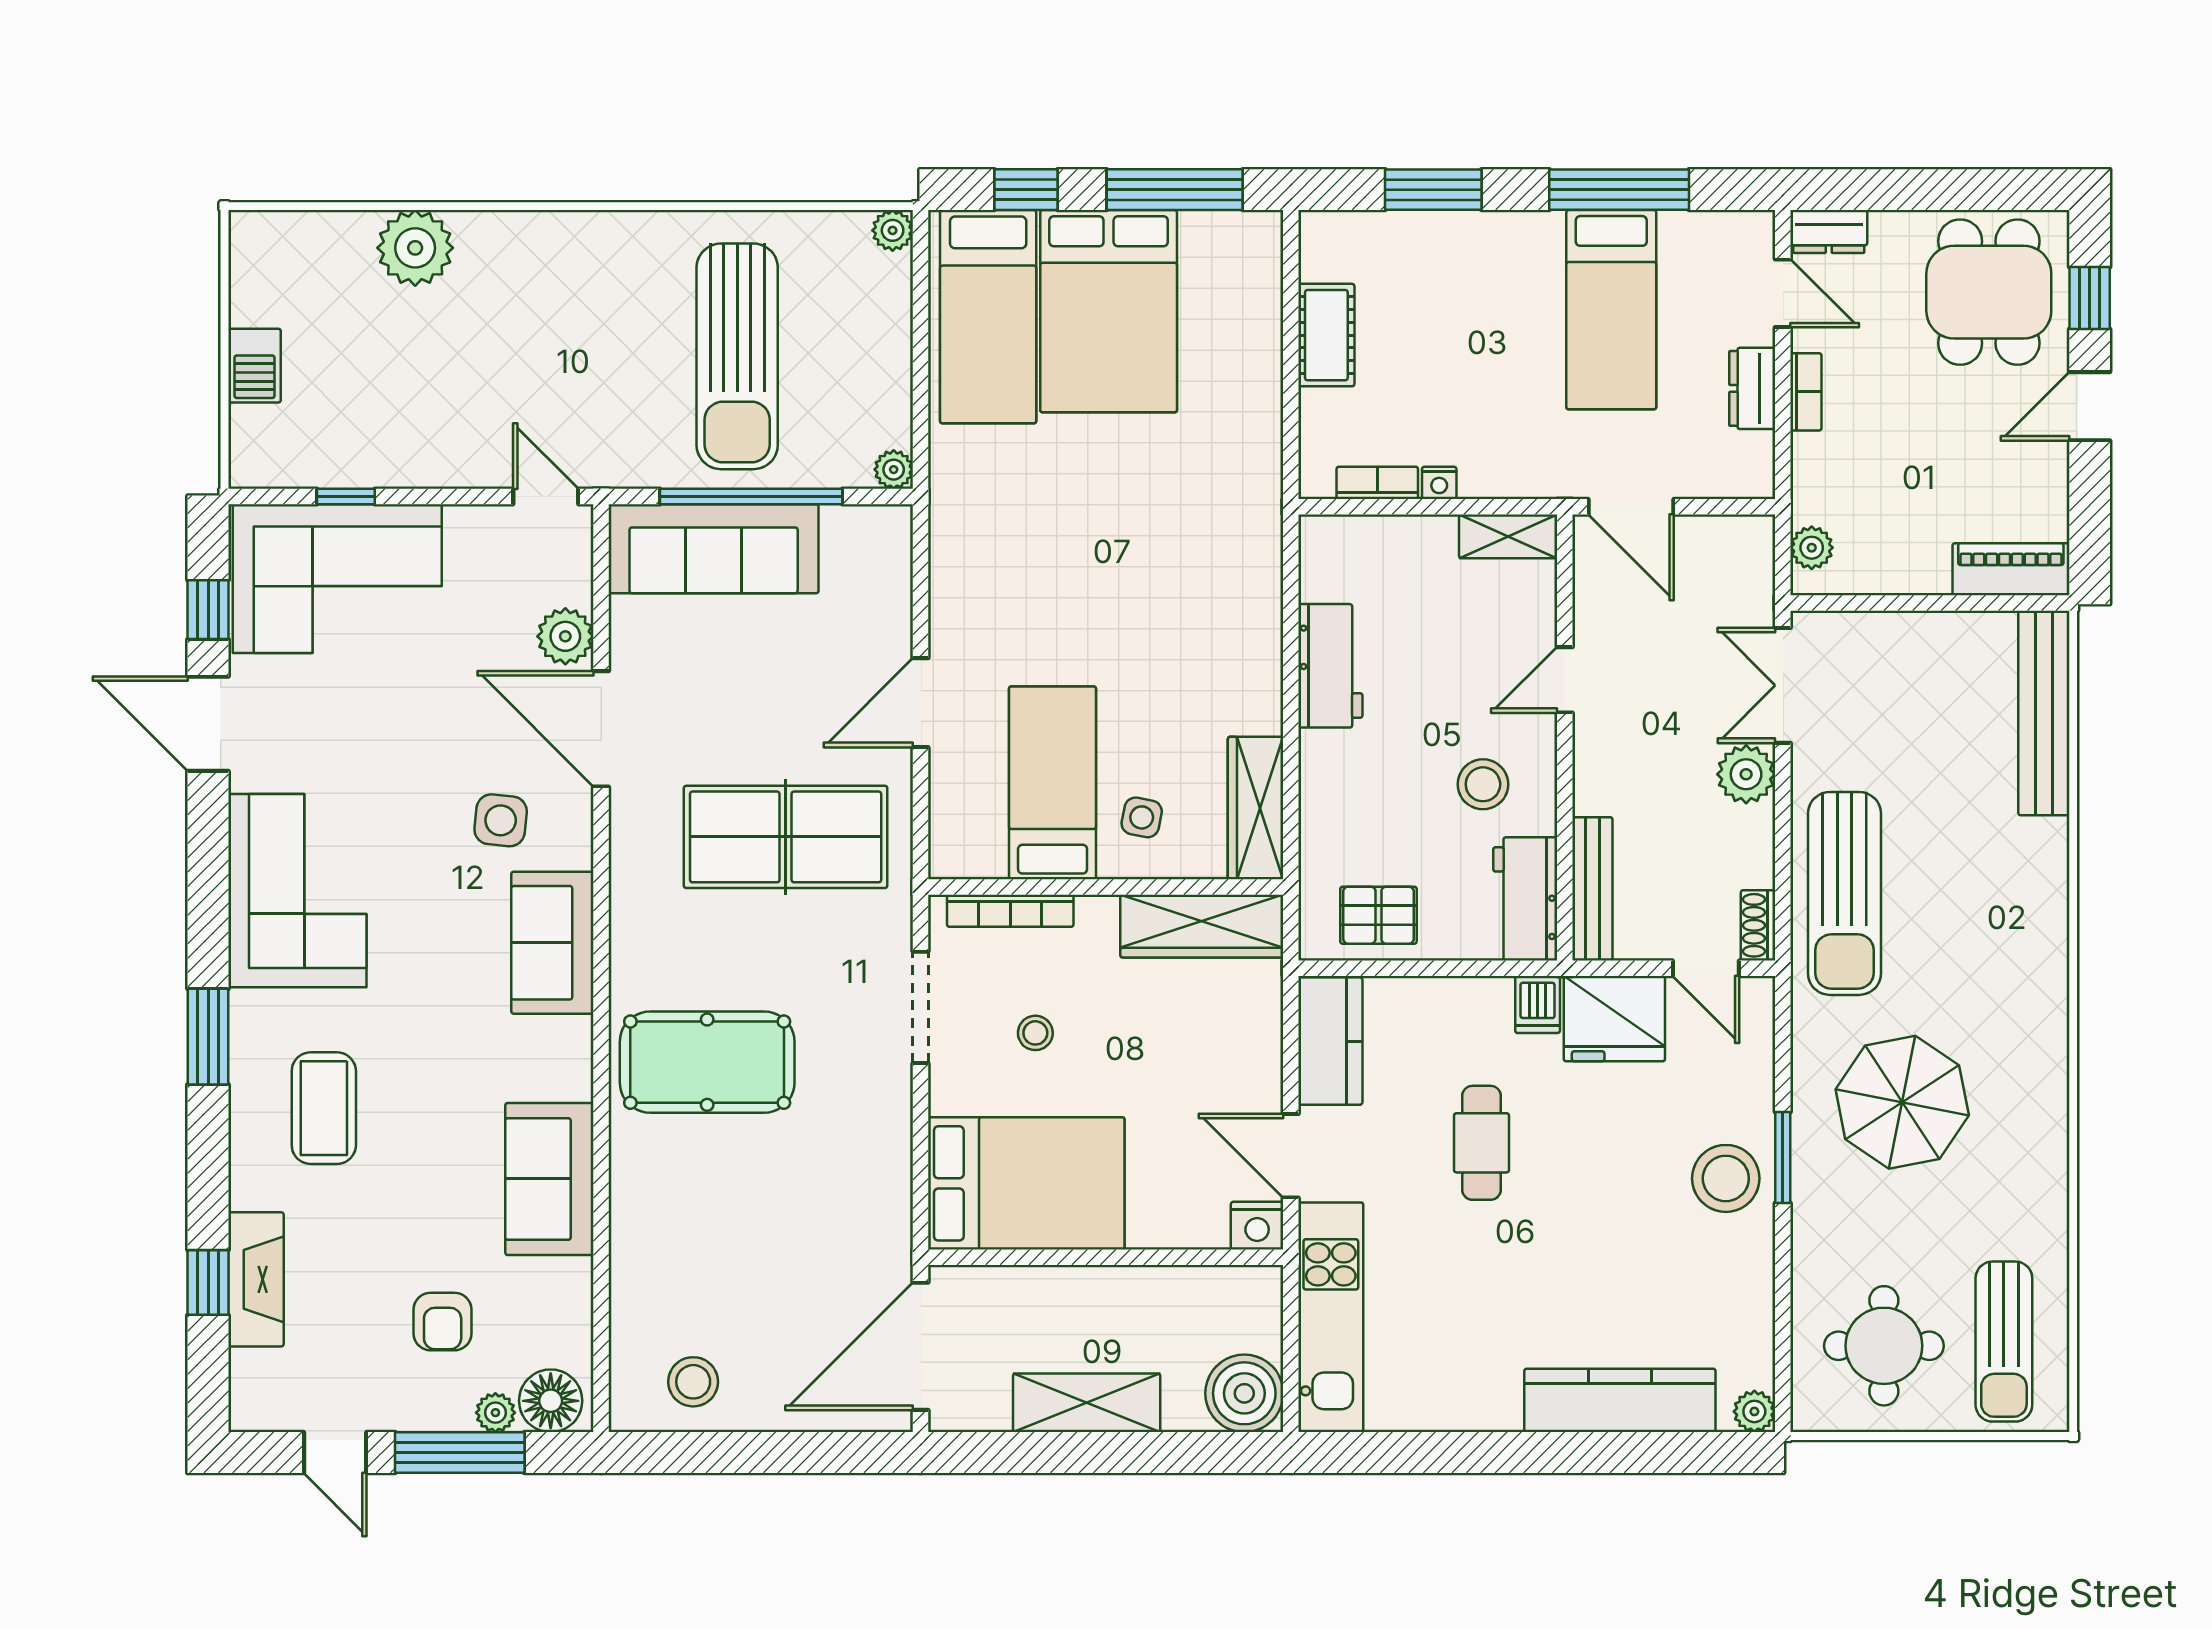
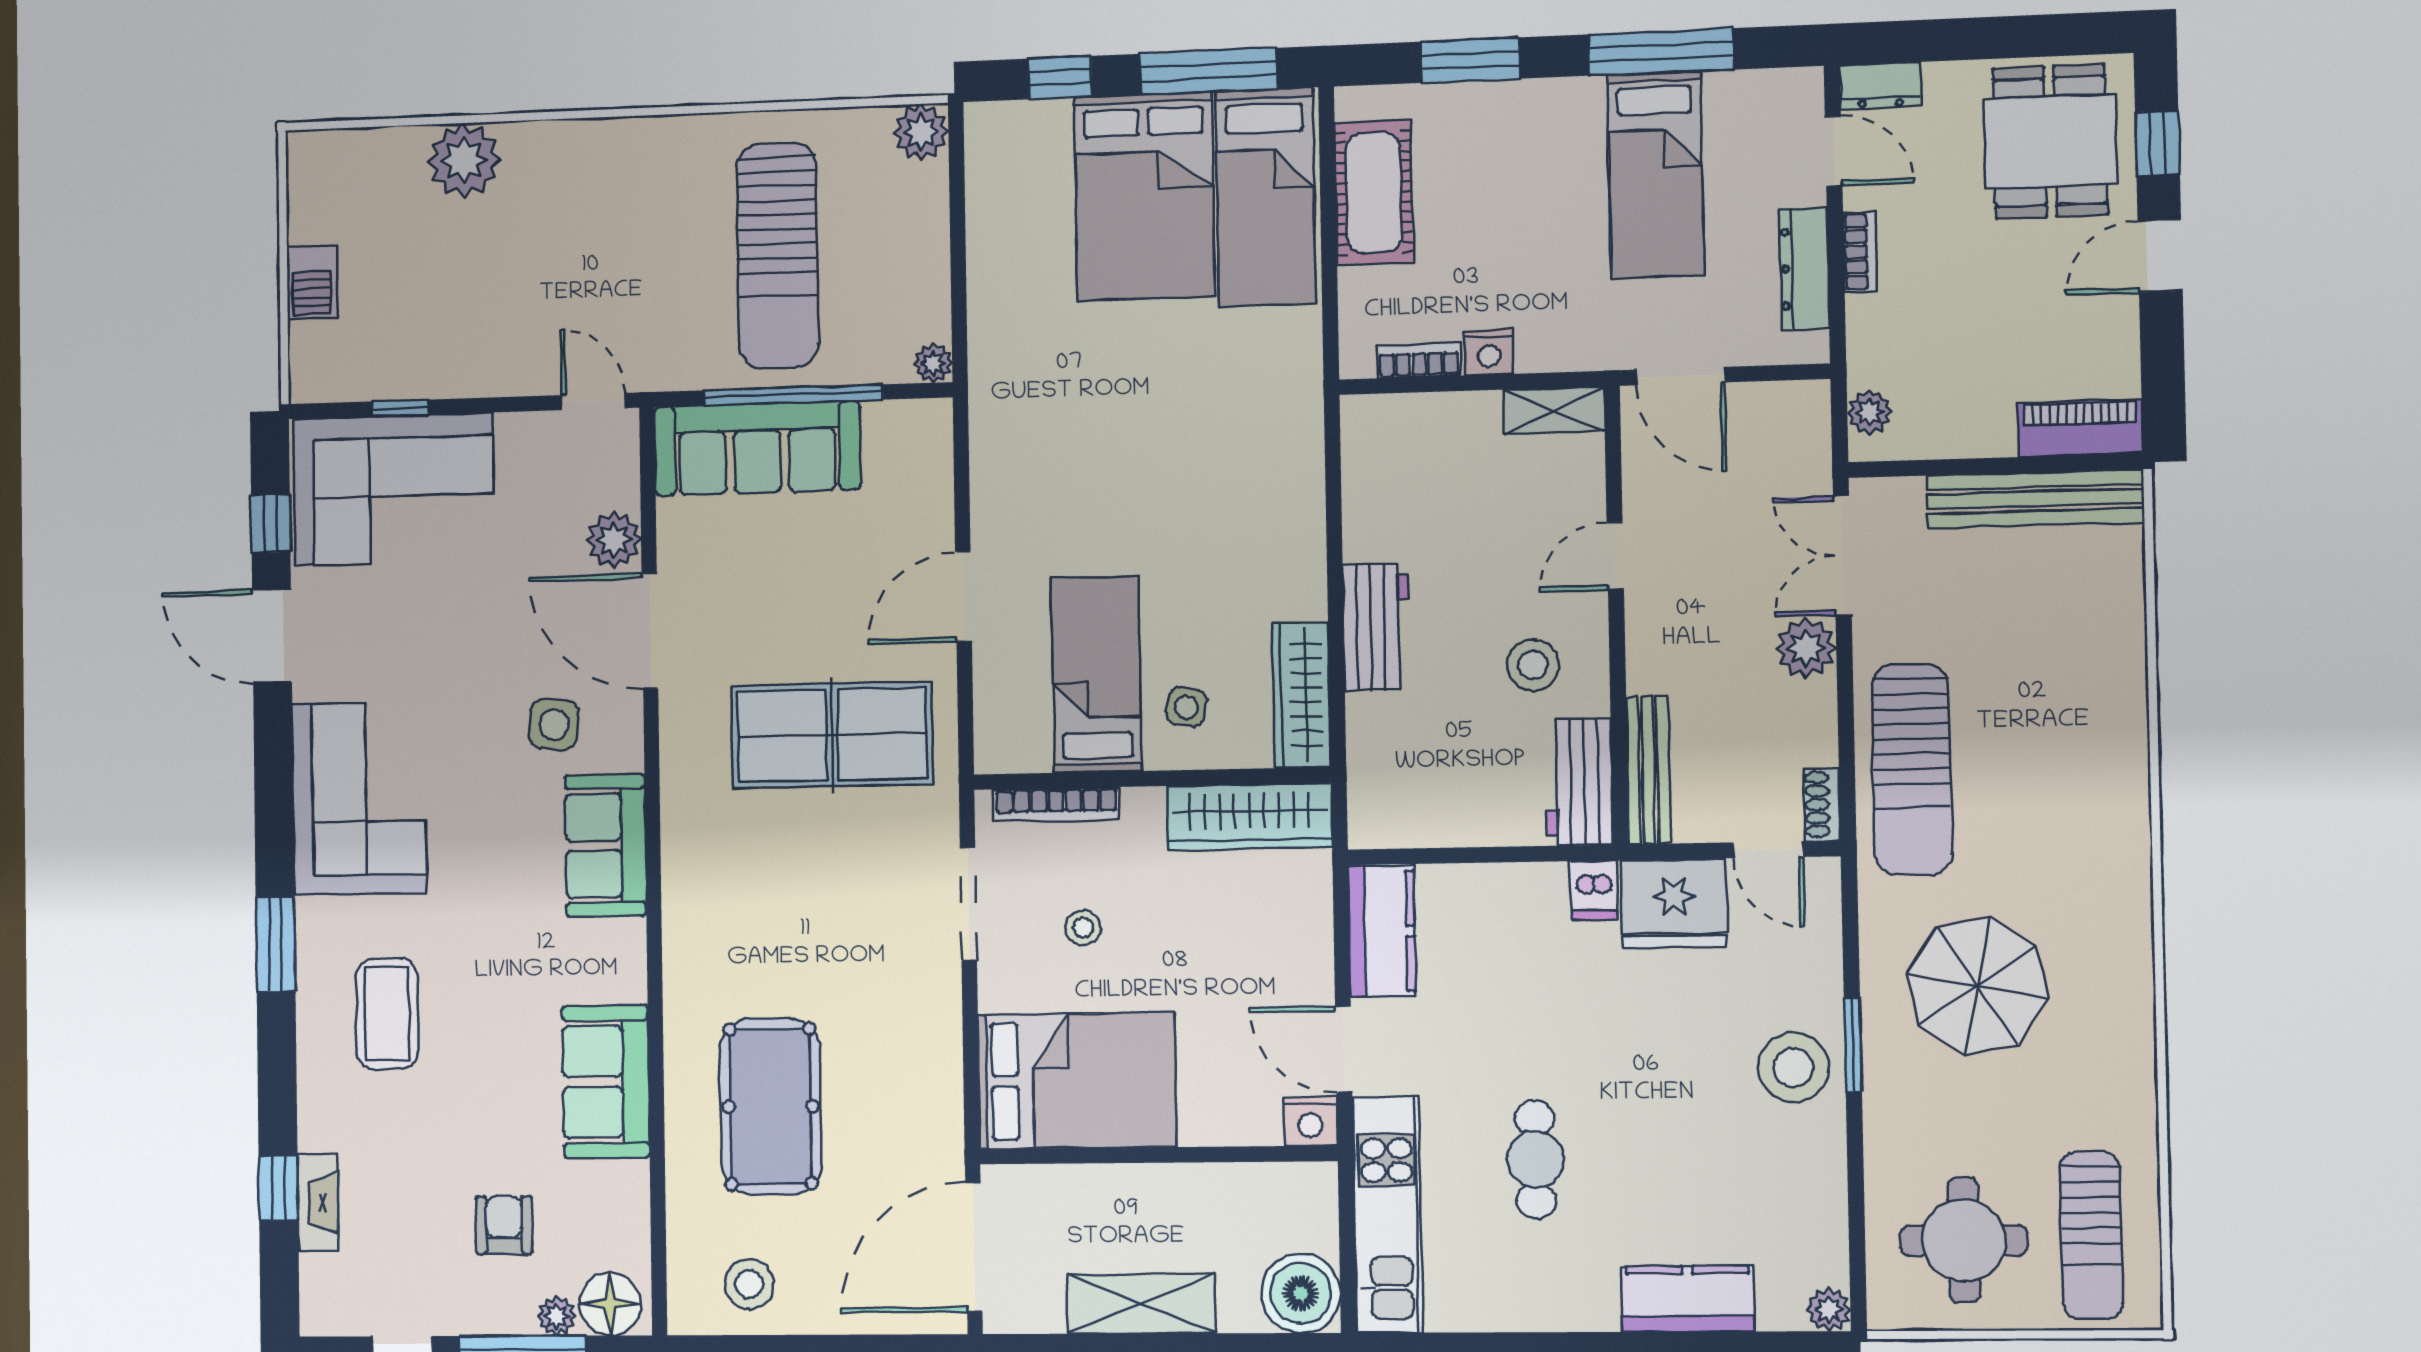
plant: (893, 230) -> (921, 132), width x1.38, depth x1.38
bed: (988, 317) -> (1266, 197), moved
cot: (1326, 335) -> (1374, 193), width x1.37, depth x1.34
dresser: (1752, 388) -> (1804, 269), width x1.44
nightstand: (1439, 483) -> (1489, 352), width x1.39, depth x1.35
workbench: (1330, 666) -> (1376, 628), moved
bench: (2044, 713) -> (2035, 499), moved, turned 90
pallet: (1378, 915) -> (1429, 802), removed
pool table: (707, 1062) -> (771, 1106), moved, turned 90
cafe table: (1481, 1143) -> (1535, 1159), moved
fireplace: (256, 1279) -> (318, 1203), width x0.73, depth x0.76
armchair: (443, 1322) -> (504, 1225), turned 180
kitchen counter: (1620, 1400) -> (1688, 1299), width x0.67

